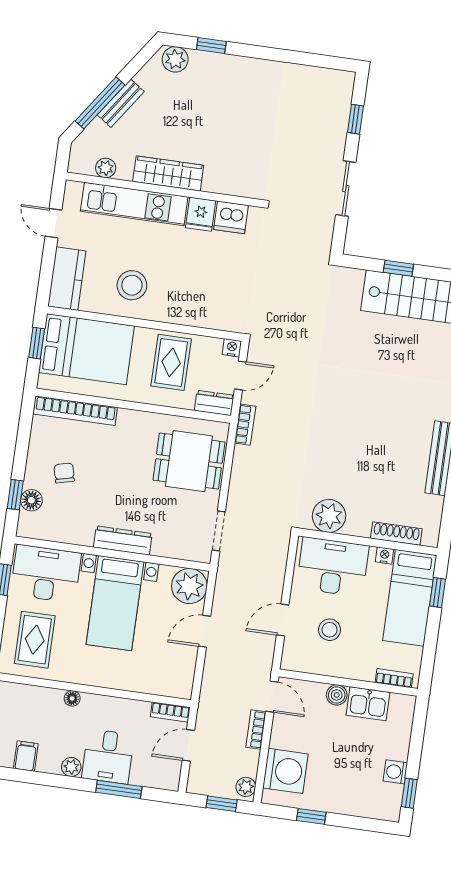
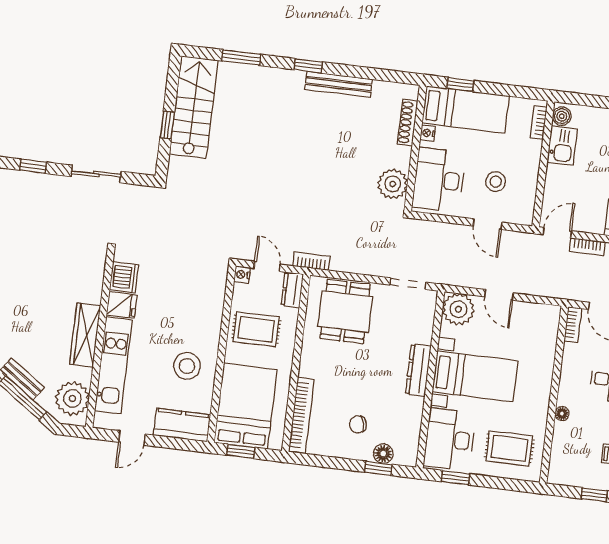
plant: (106, 168) -> (72, 398), width x1.87, depth x1.87
boiler: (337, 695) -> (562, 116), moved

